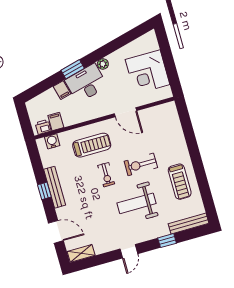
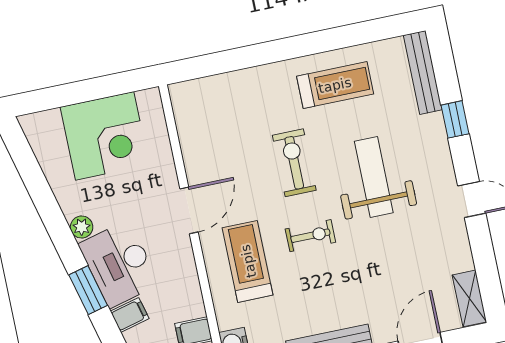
door: (126, 112) -> (189, 210), moved
exercise bike: (141, 164) -> (294, 163), turned 180
weight bench: (137, 203) -> (374, 177), turned 180

